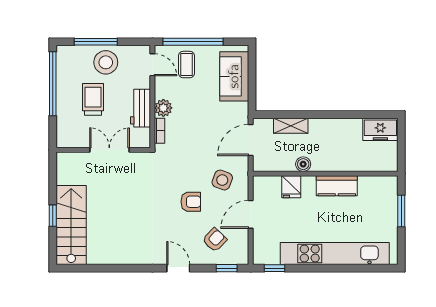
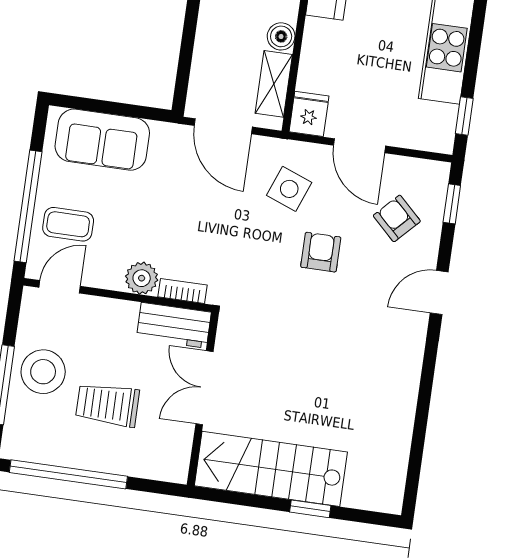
workbench: (141, 108) -> (174, 325), moved
shelving: (291, 126) -> (274, 84), moved
fridge: (291, 187) -> (309, 114), moved, turned -90
stairs: (71, 225) -> (271, 469), moved

